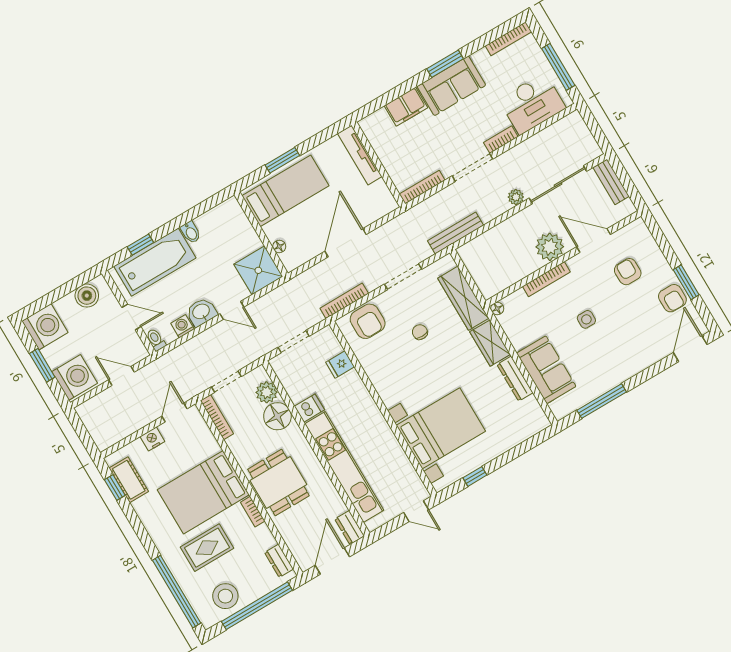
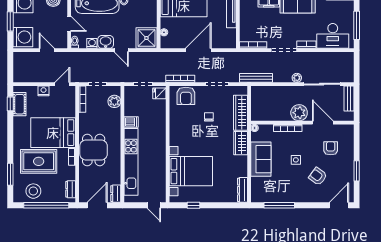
armchair: (672, 298) -> (318, 176), moved, turned 127
fridge: (340, 364) -> (159, 93), moved
sofa: (546, 370) -> (261, 159), moved
dresser: (515, 379) -> (243, 190), moved
floor lamp: (277, 416) -> (113, 117), removed
rug: (207, 548) -> (39, 161), width x1.36, depth x1.43
window: (177, 592) -> (10, 174), width x0.47

